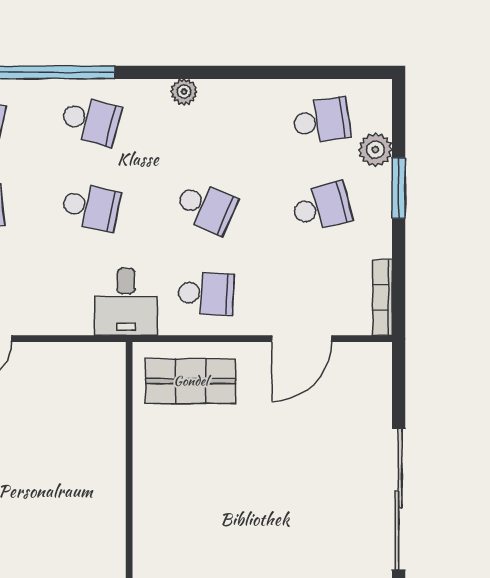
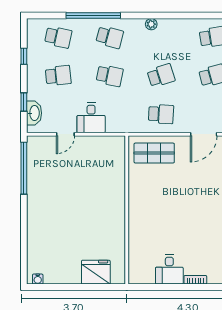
school desk: (206, 207) -> (161, 76), turned -42
desk: (126, 302) -> (91, 118), moved

